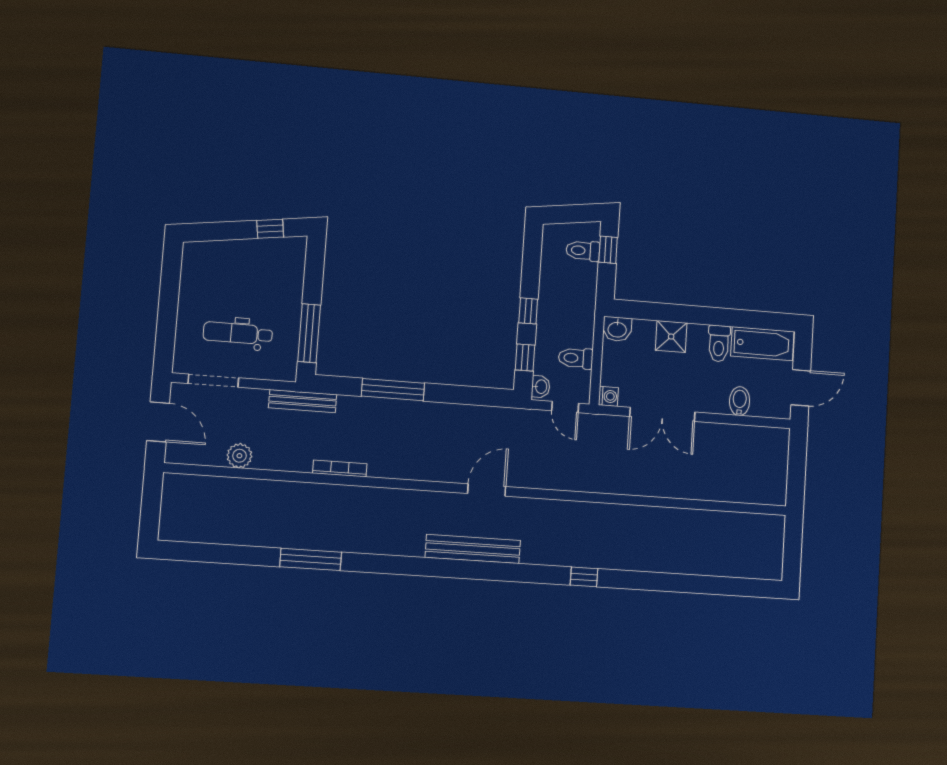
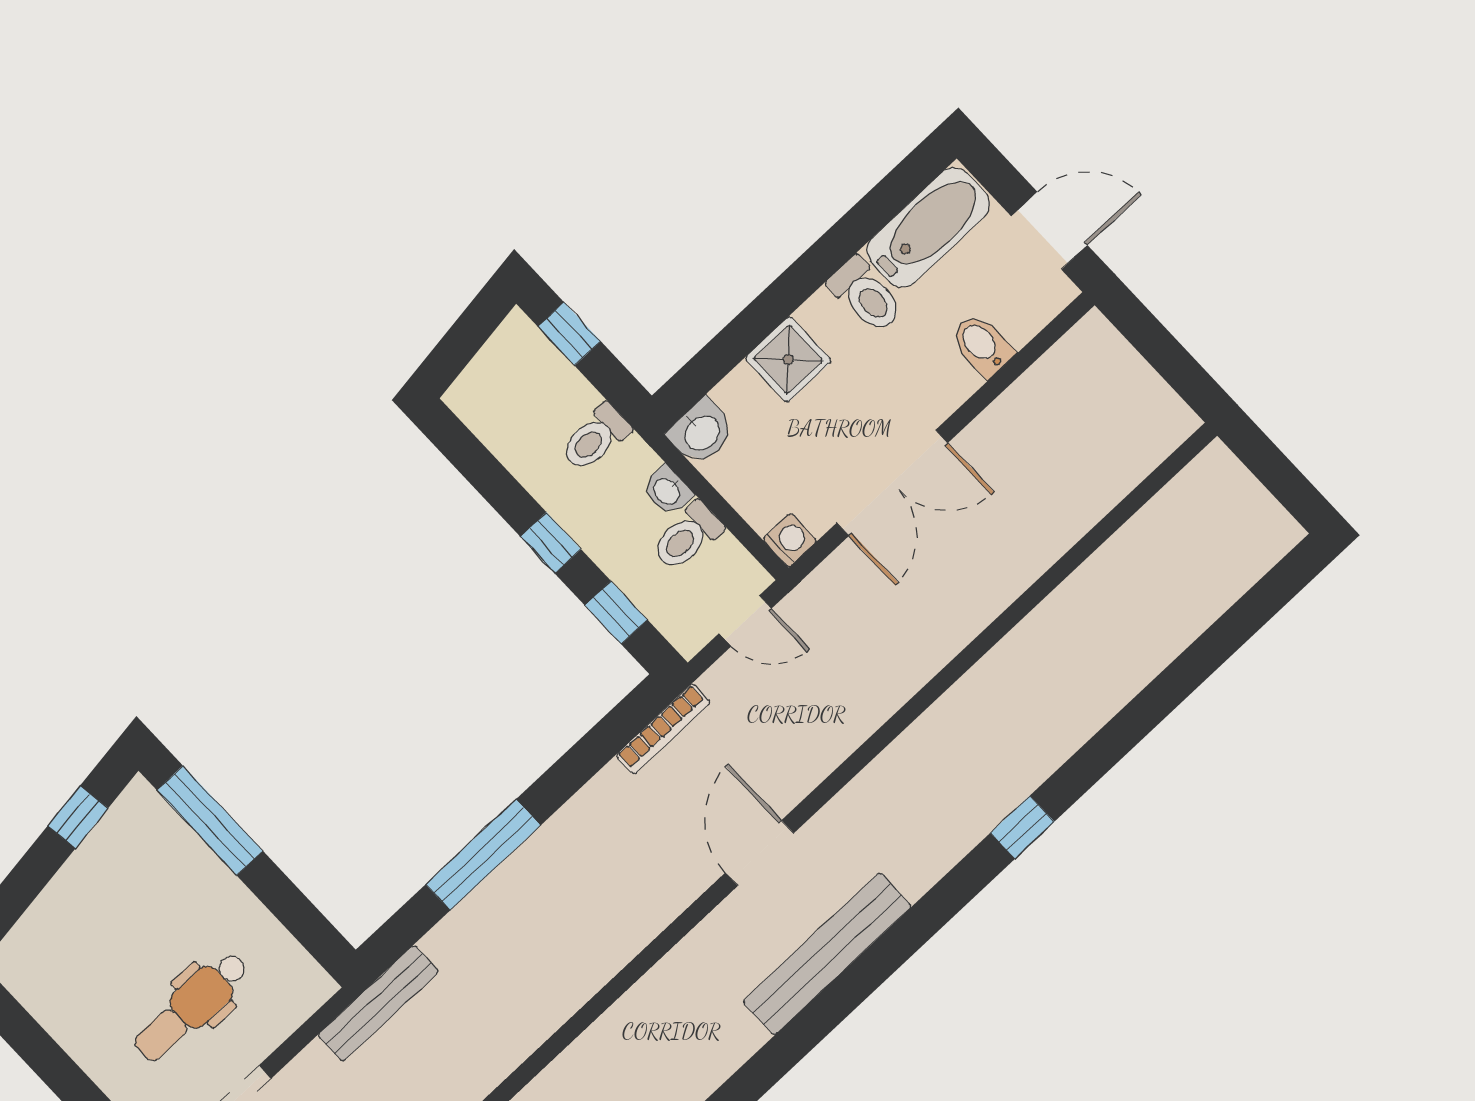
toilet: (583, 251) -> (595, 438), moved
window: (309, 333) -> (210, 821), moved
washbasin: (541, 387) -> (667, 491), moved, turned 180
door: (801, 388) -> (1049, 231), hinge flipped
bookcase: (340, 469) -> (663, 729), moved, turned 180

